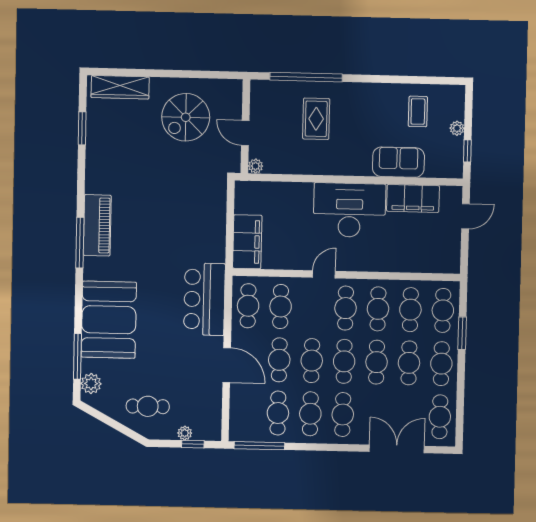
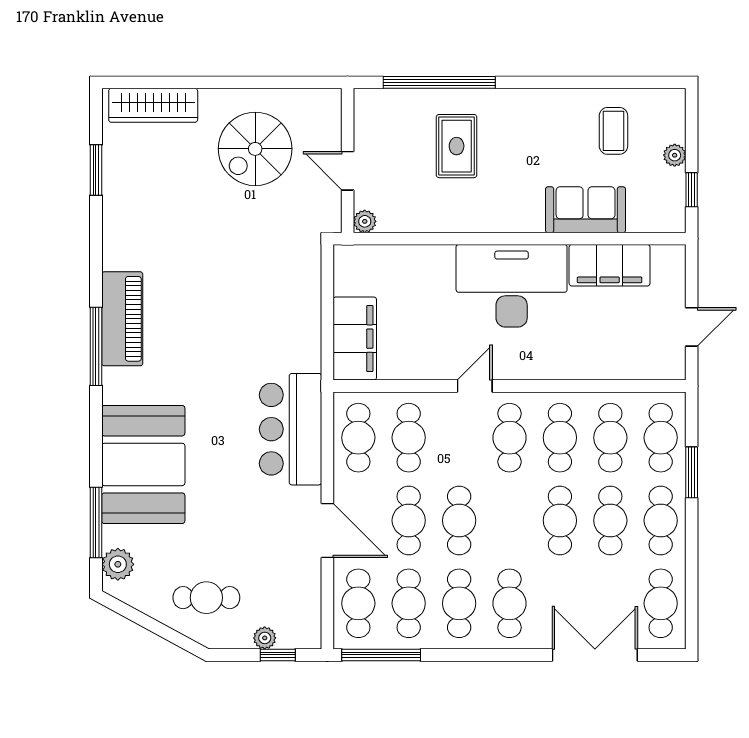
door: (465, 216) -> (692, 327), moved
cafe table: (344, 361) -> (358, 603), moved

